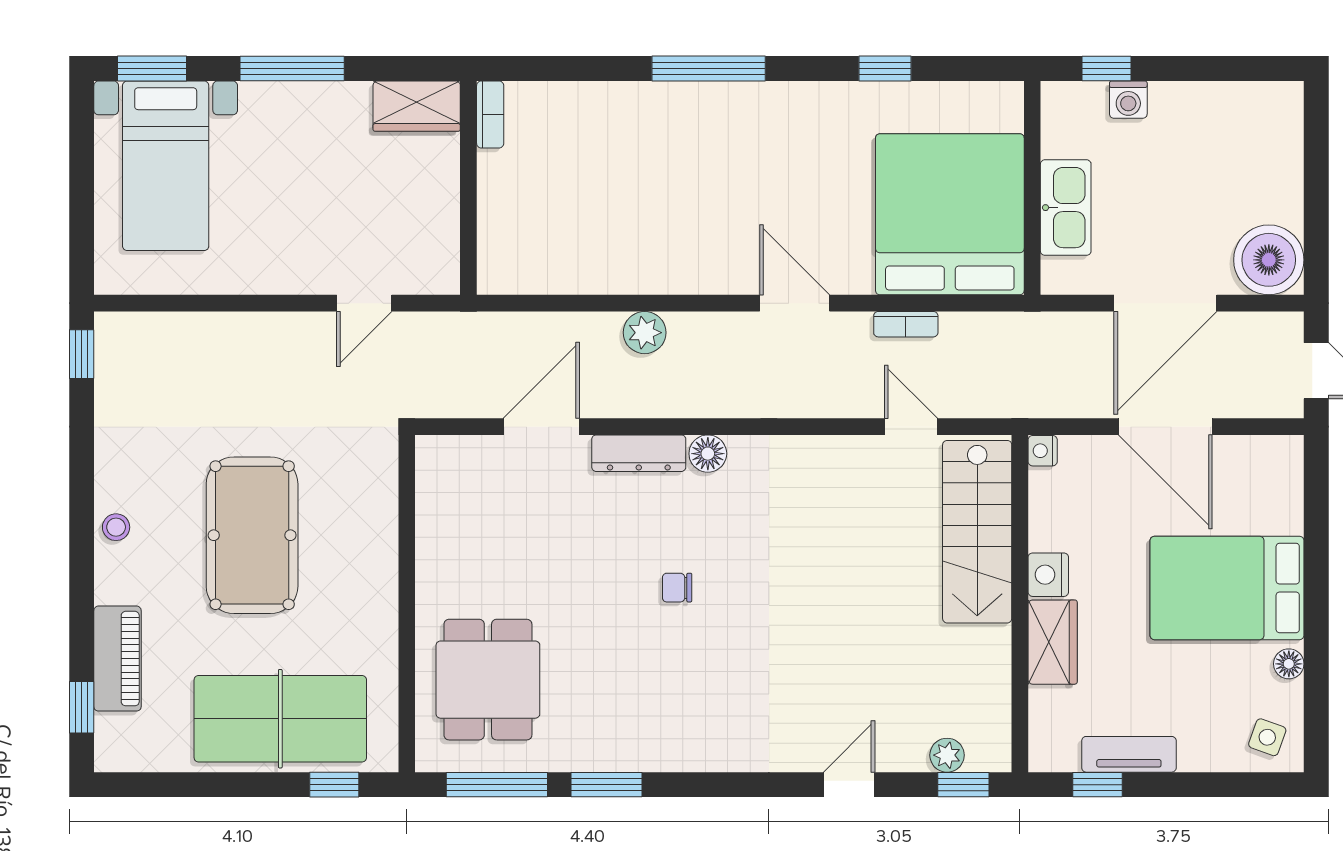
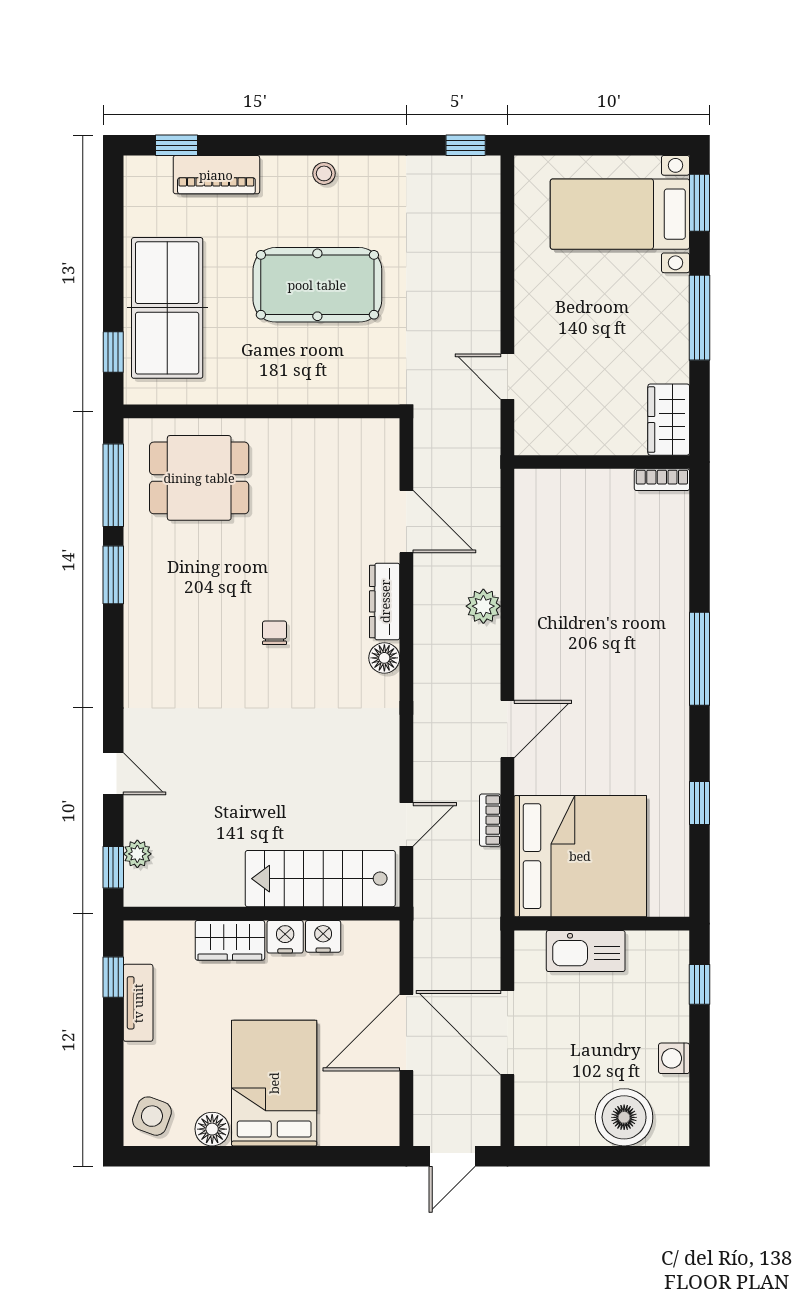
washing machine: (1128, 100) -> (674, 1058), moved
boiler: (1269, 260) -> (624, 1117), moved
nightstand: (1043, 451) -> (323, 936), moved, width x1.39, depth x1.35
floor lamp: (1289, 664) -> (212, 1129), width x1.37, depth x1.37
side table: (1267, 737) -> (152, 1116), width x1.37, depth x1.37

